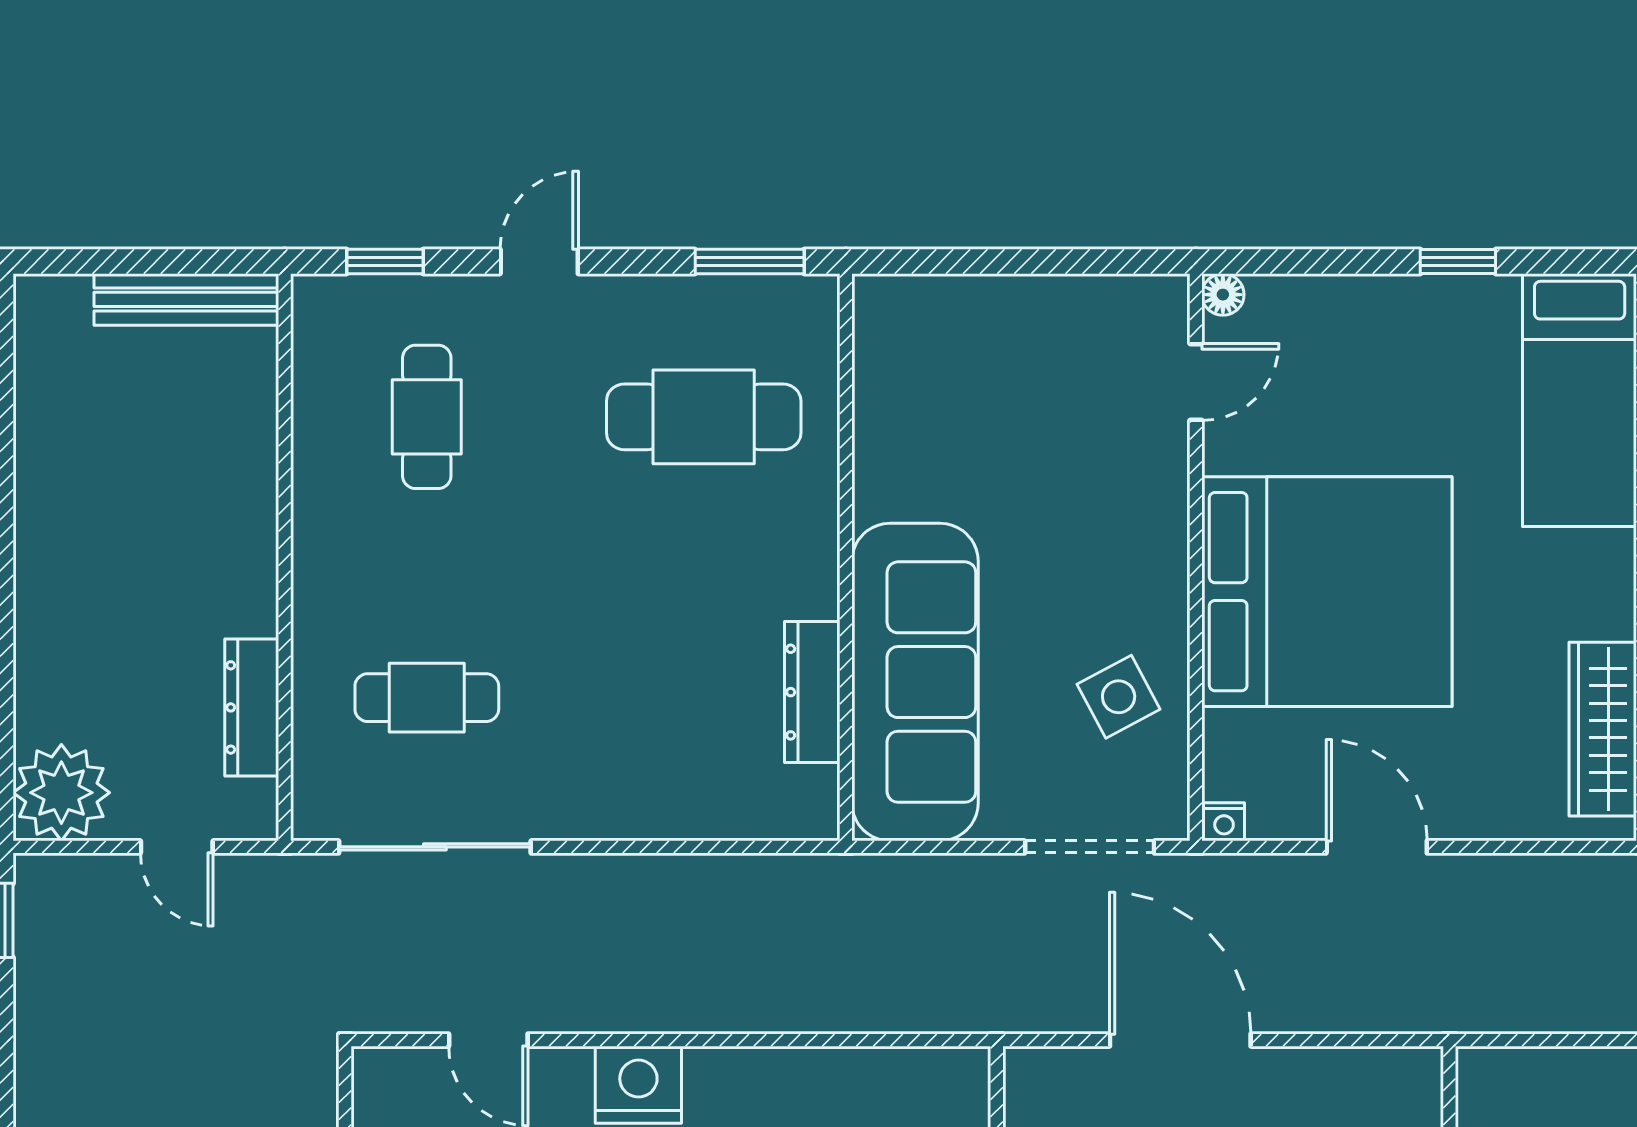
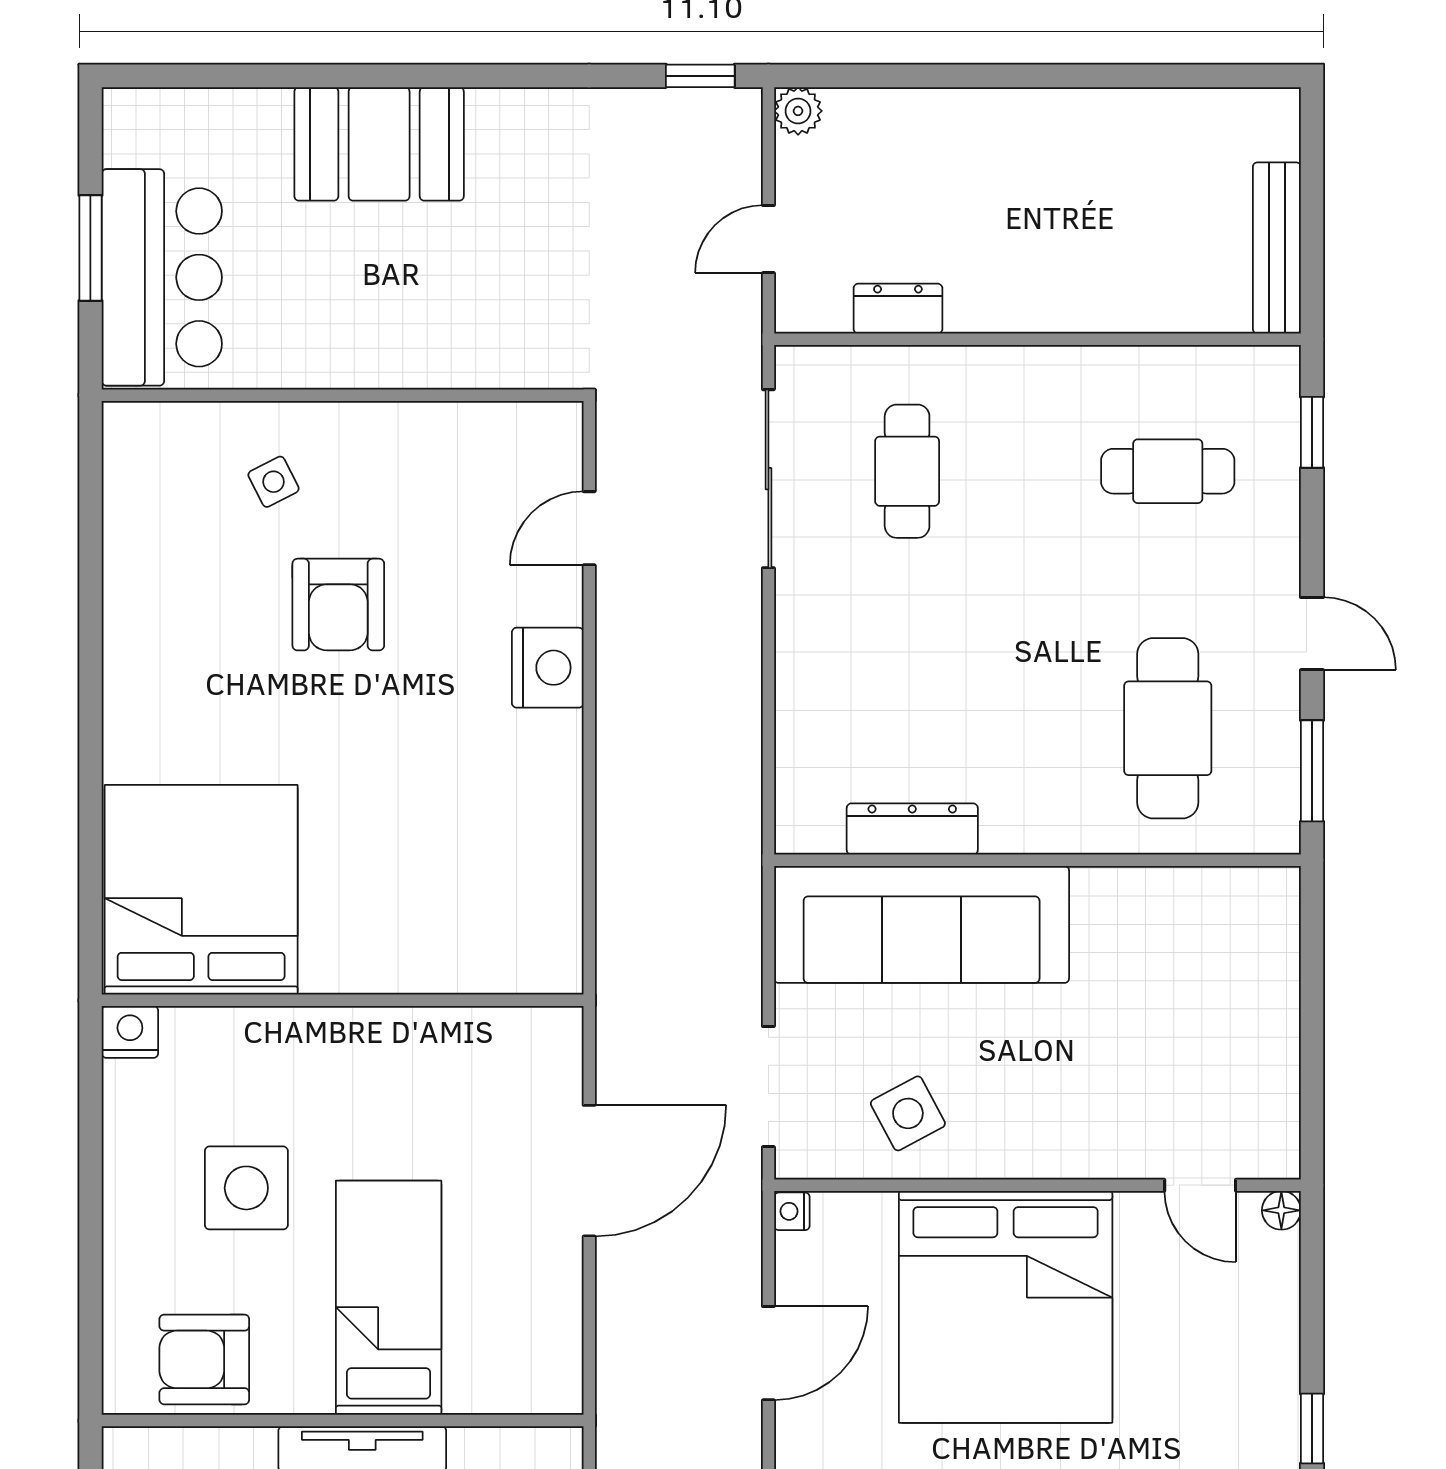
door: (539, 262) -> (1312, 634), moved
dresser: (252, 707) -> (898, 309), width x0.70
plant: (61, 793) -> (798, 111), width x0.53, depth x0.53

